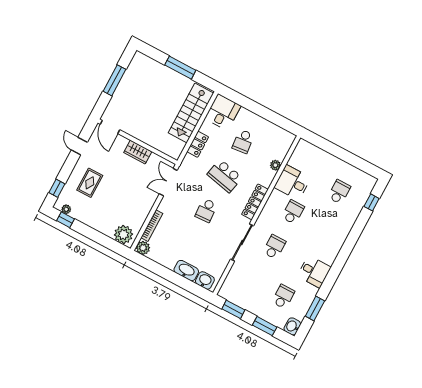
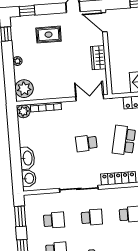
door: (110, 127) -> (104, 22), hinge flipped
plant: (66, 209) -> (17, 61), moved
school desk: (256, 282) -> (54, 220), added

